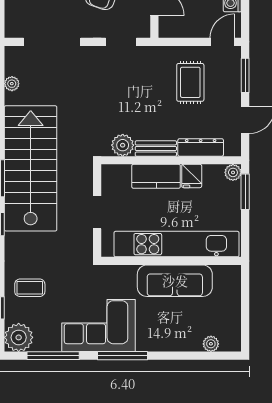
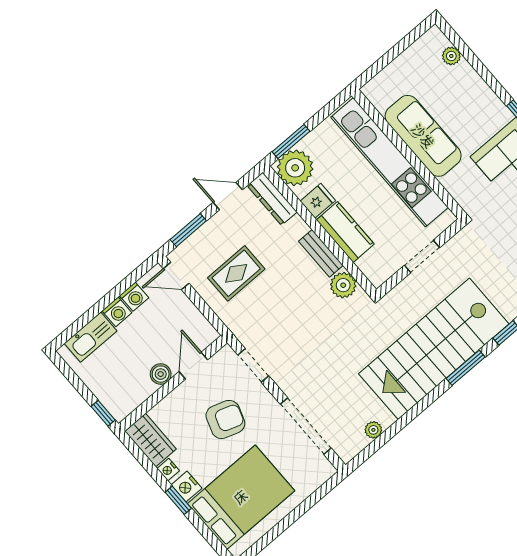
dresser: (201, 147) -> (272, 199), moved
plant: (233, 172) -> (295, 168), width x1.88, depth x1.88

